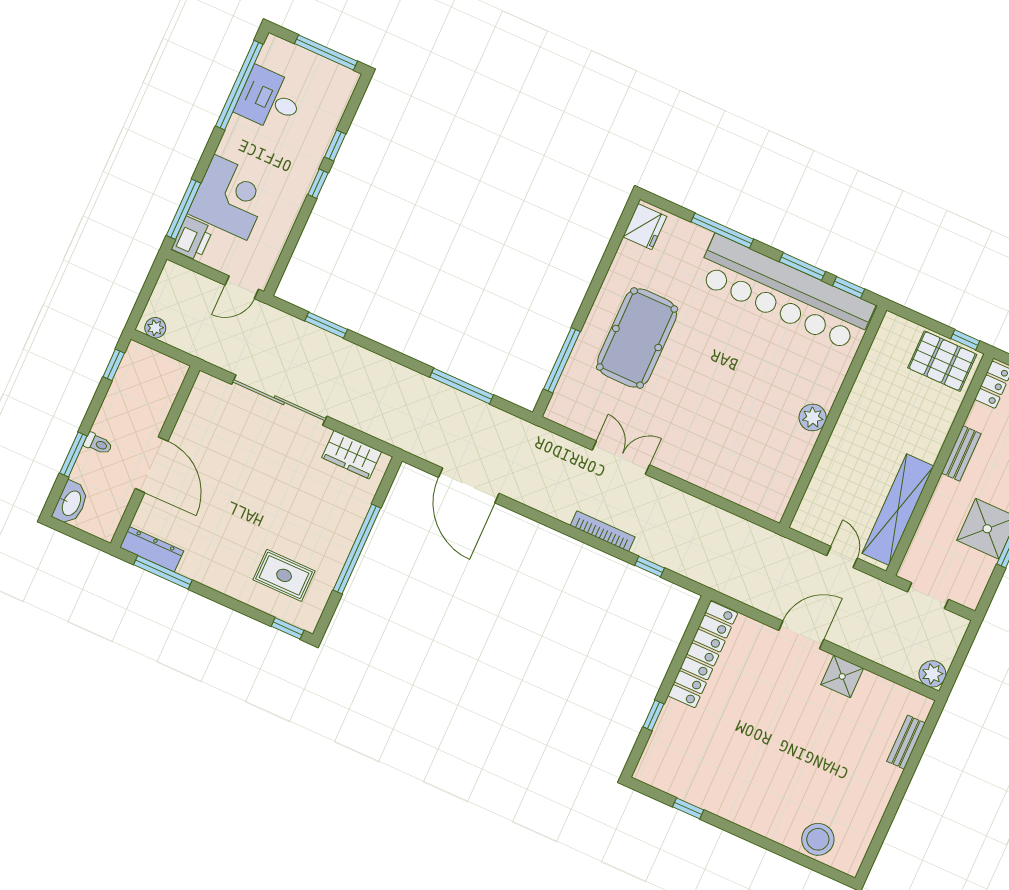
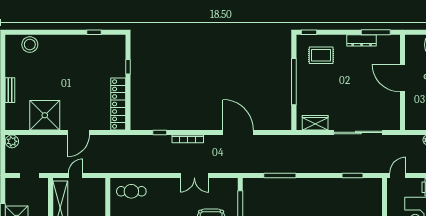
cafe table: (752, 481) -> (131, 191), added
door: (469, 485) -> (238, 132), moved
dresser: (152, 549) -> (362, 40), moved
door: (842, 557) -> (76, 175), swing flipped
shower: (842, 676) -> (45, 115), width x1.86, depth x1.86
bench: (906, 742) -> (10, 90), moved

